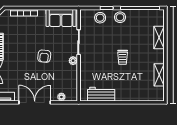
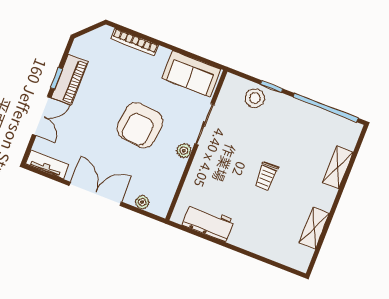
stool: (120, 17) -> (287, 110), removed
armchair: (44, 56) -> (140, 125), width x1.88, depth x1.88

